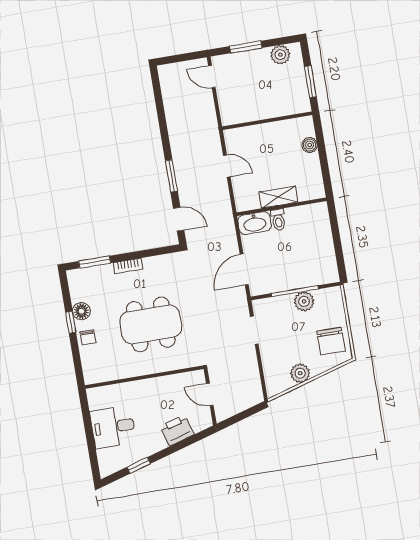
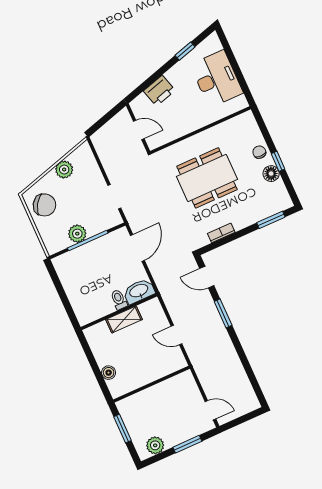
bookcase: (128, 266) -> (221, 233), moved
chair: (331, 341) -> (44, 205), turned 123
desk: (113, 427) -> (217, 79), width x1.37

